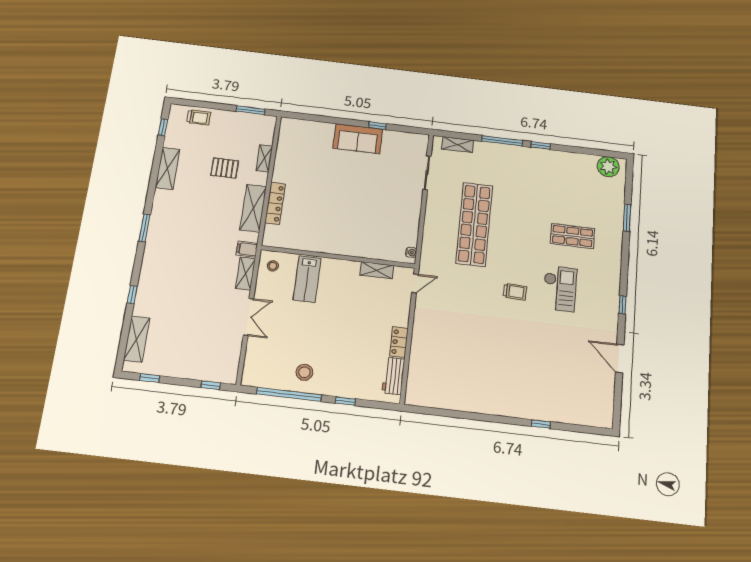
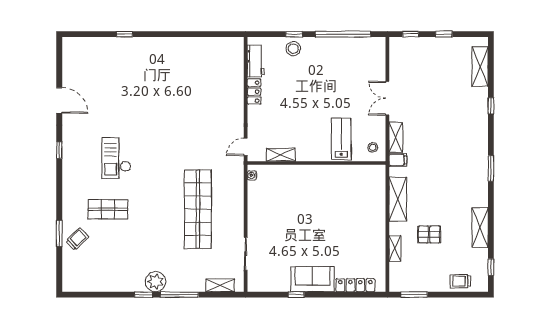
plant: (608, 167) -> (156, 282), moved
locker: (275, 203) -> (355, 285), moved, turned 90
trolley: (515, 292) -> (77, 239), moved, turned 135
stool: (304, 372) -> (293, 49), moved
window: (150, 378) -> (444, 34), moved

